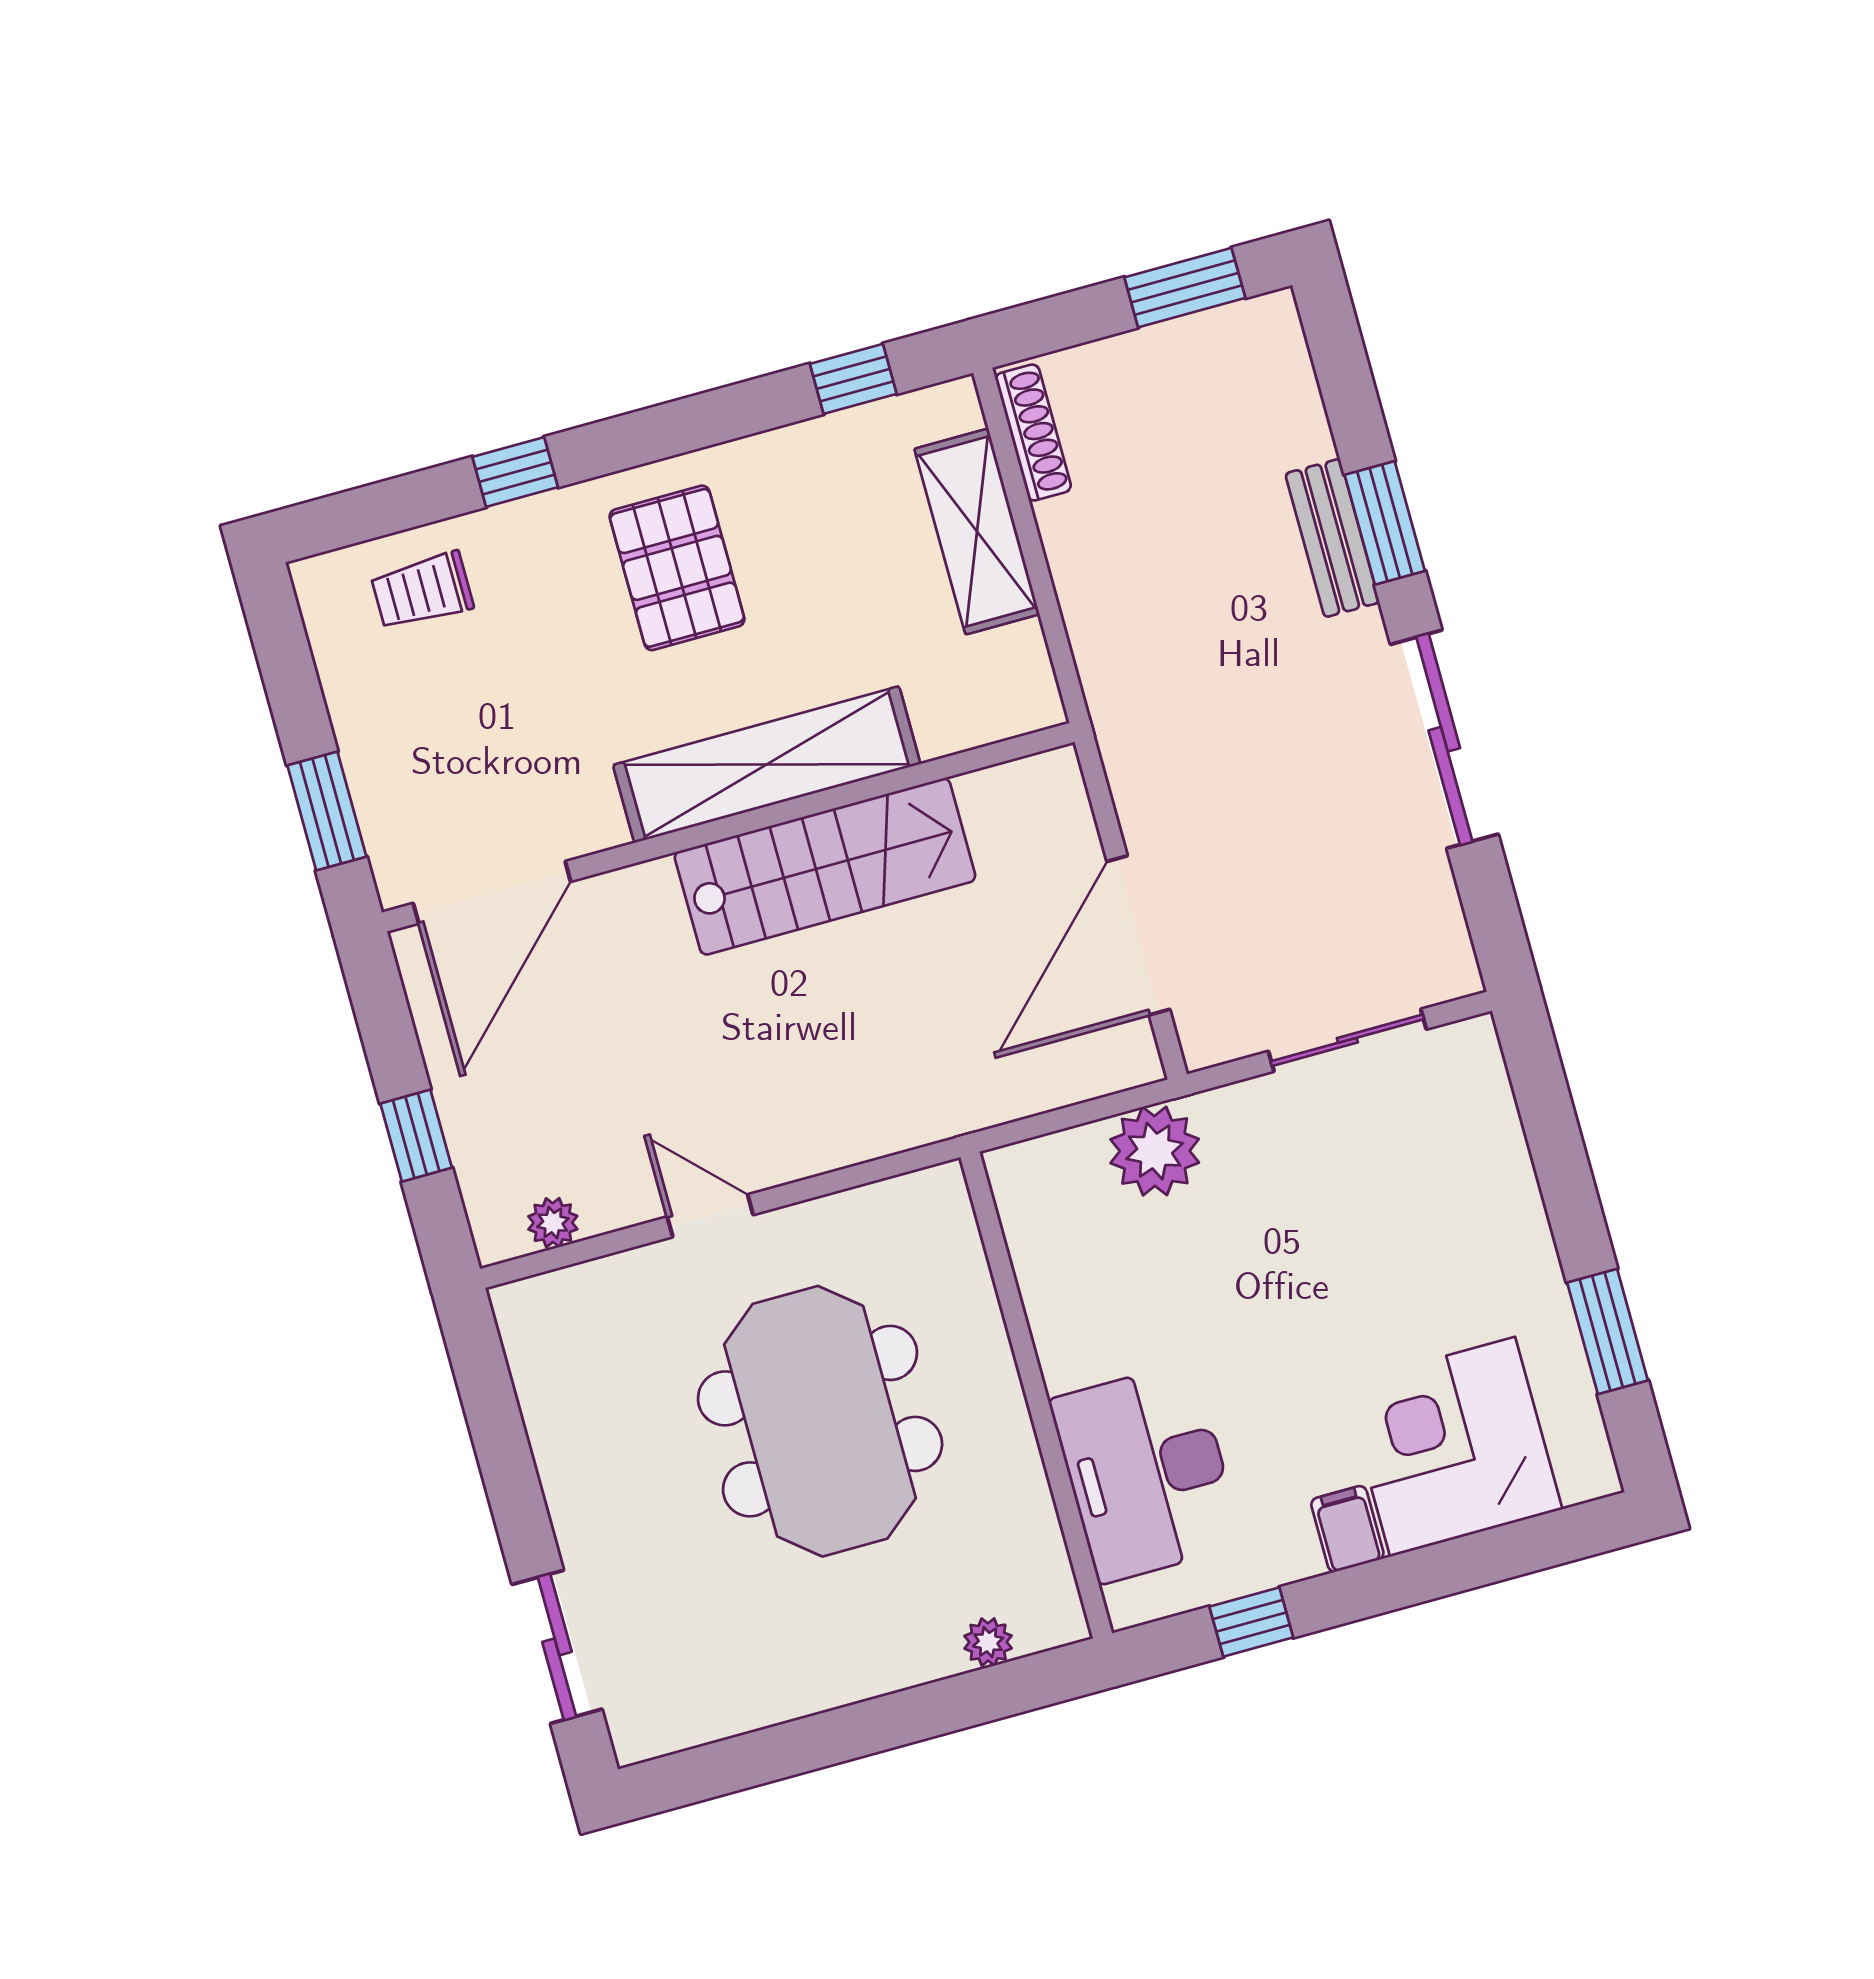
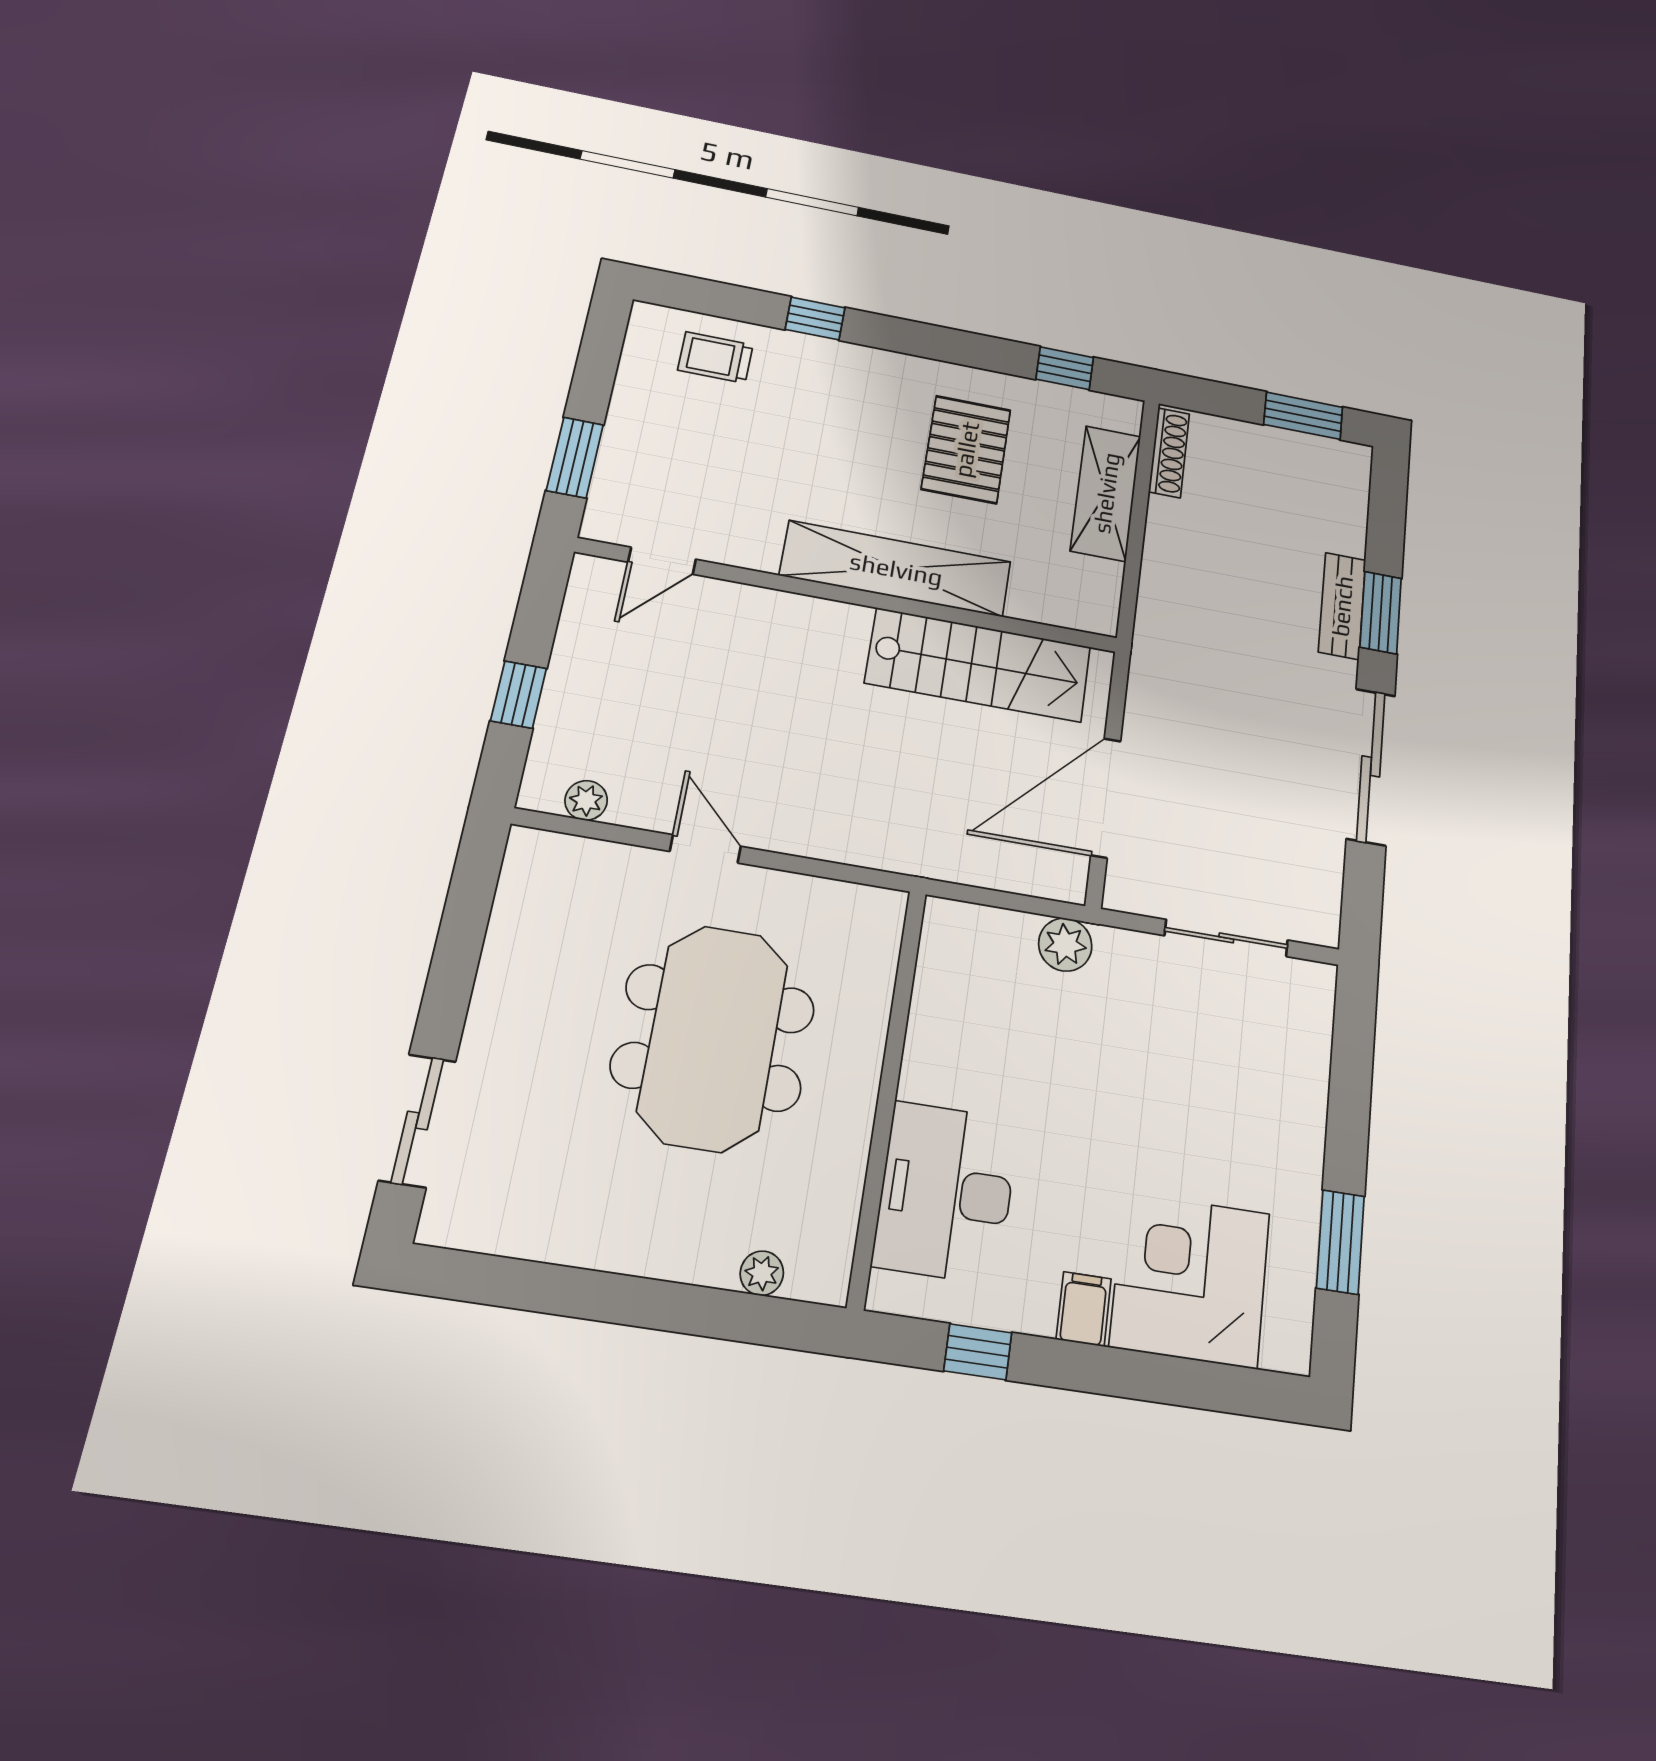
pallet: (677, 568) -> (966, 449), moved
stairs: (825, 866) -> (979, 665), moved
door: (492, 892) -> (662, 561), width x0.53
plant: (1155, 1151) -> (1065, 945), width x0.73, depth x0.73

